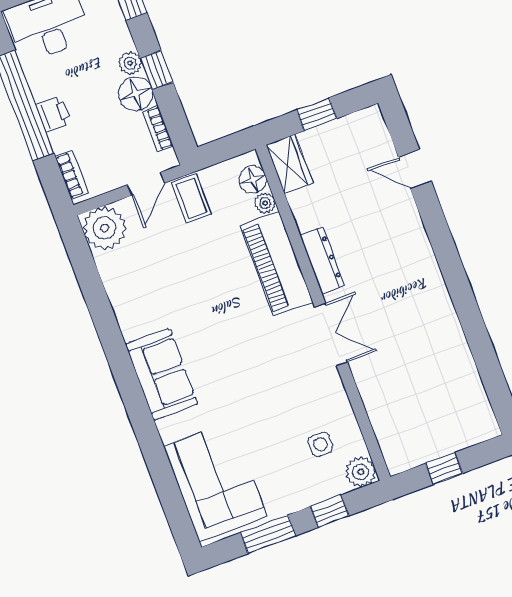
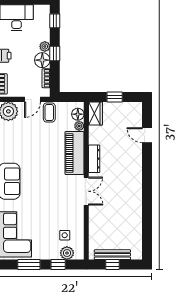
bench: (436, 448) -> (112, 255), added
plant: (361, 472) -> (67, 253), moved

